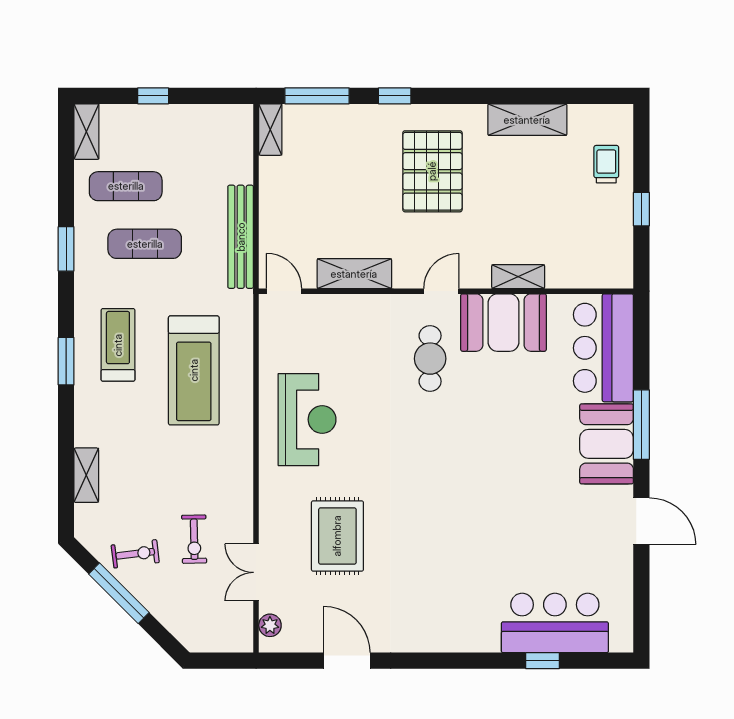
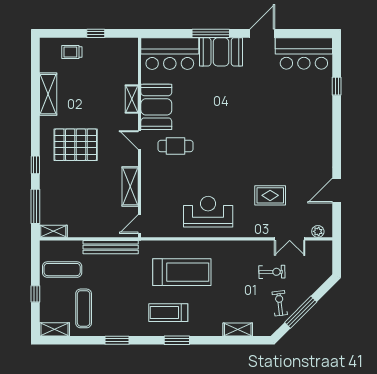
exercise mat: (145, 244) -> (62, 270), moved, turned 90
rug: (337, 536) -> (270, 195), width x0.73, depth x0.70
bar counter: (555, 623) -> (304, 53), moved, turned -90

